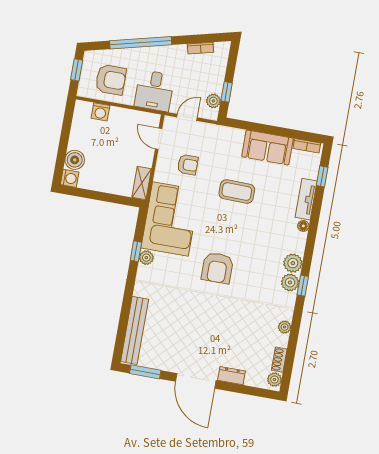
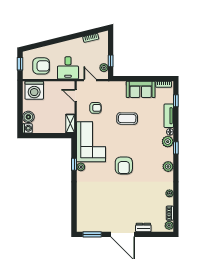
window: (141, 43) -> (55, 41), removed
washing machine: (100, 112) -> (34, 90), width x1.89, depth x1.89
door: (187, 117) -> (90, 80), hinge flipped
plant: (293, 263) -> (168, 142), moved
window: (303, 286) -> (176, 148), moved
bench: (135, 330) -> (81, 211), removed

